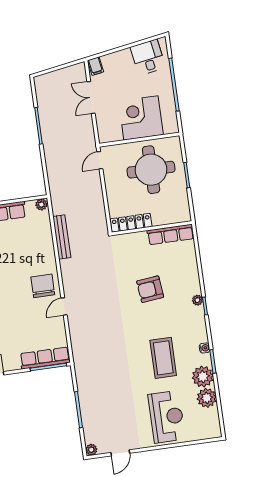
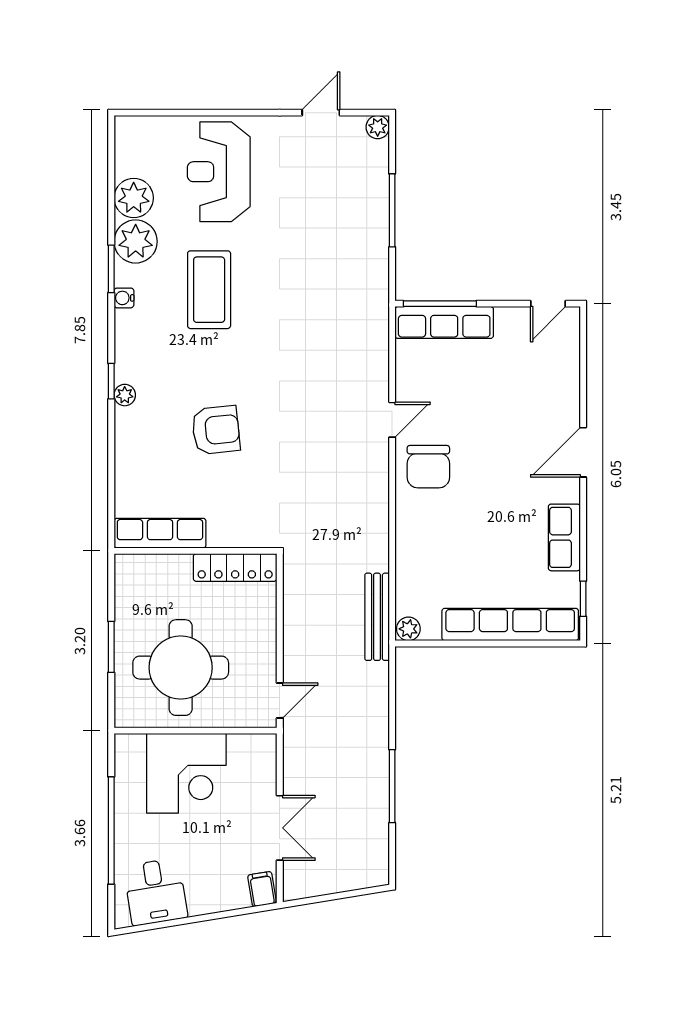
bench: (62, 237) -> (377, 617), moved

